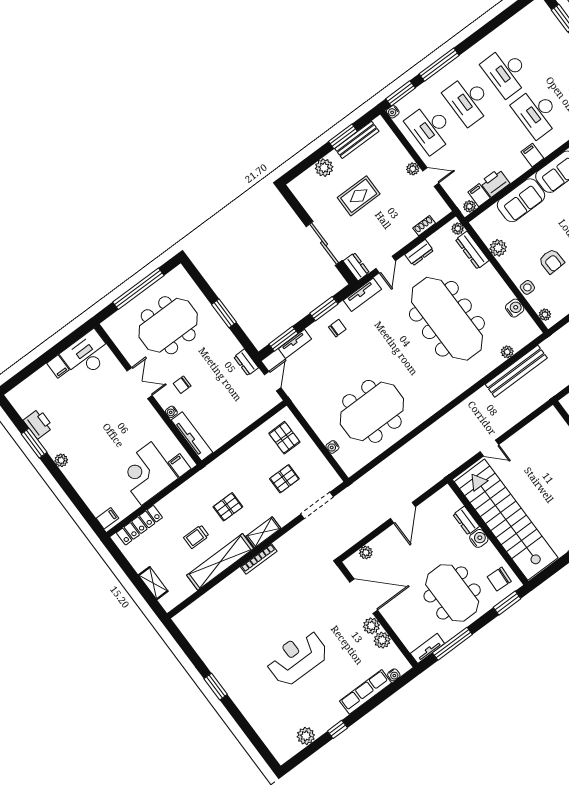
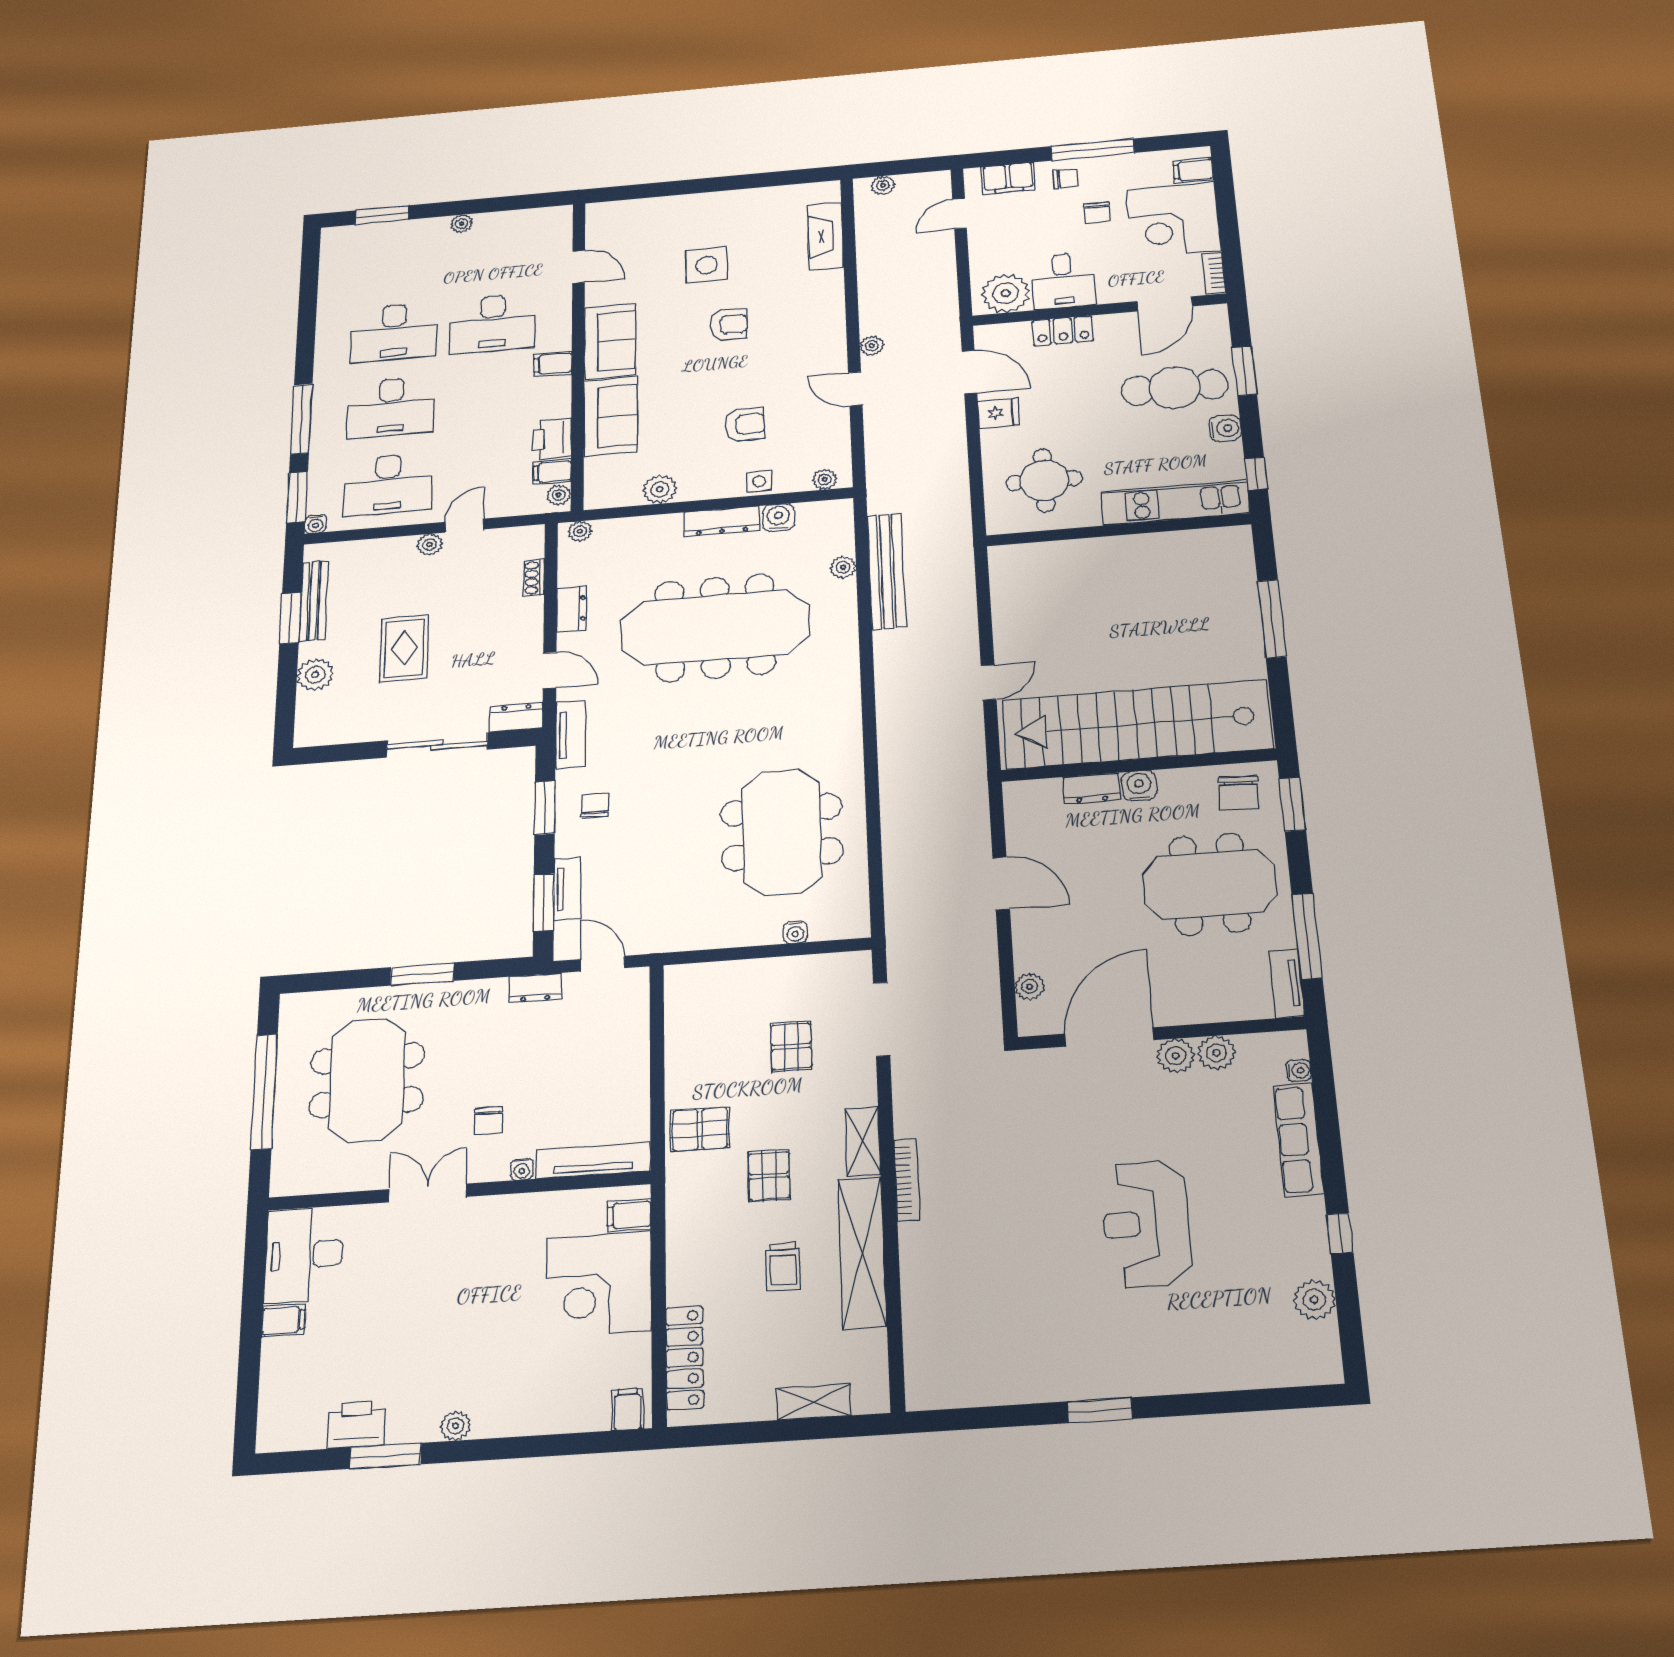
dresser: (472, 250) -> (722, 521), moved
pallet: (284, 438) -> (700, 1129), moved

